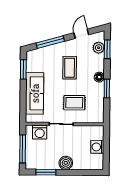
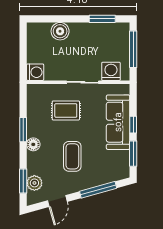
window: (23, 91) -> (133, 125), added
washing machine: (97, 147) -> (35, 72), moved
boiler: (66, 163) -> (60, 31), moved

